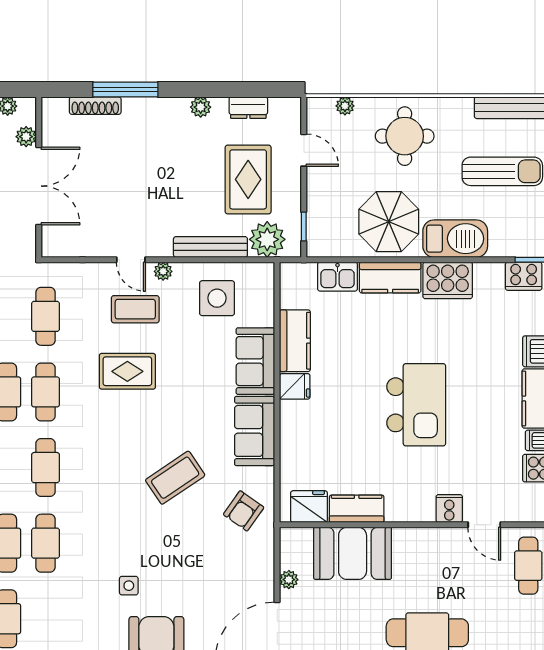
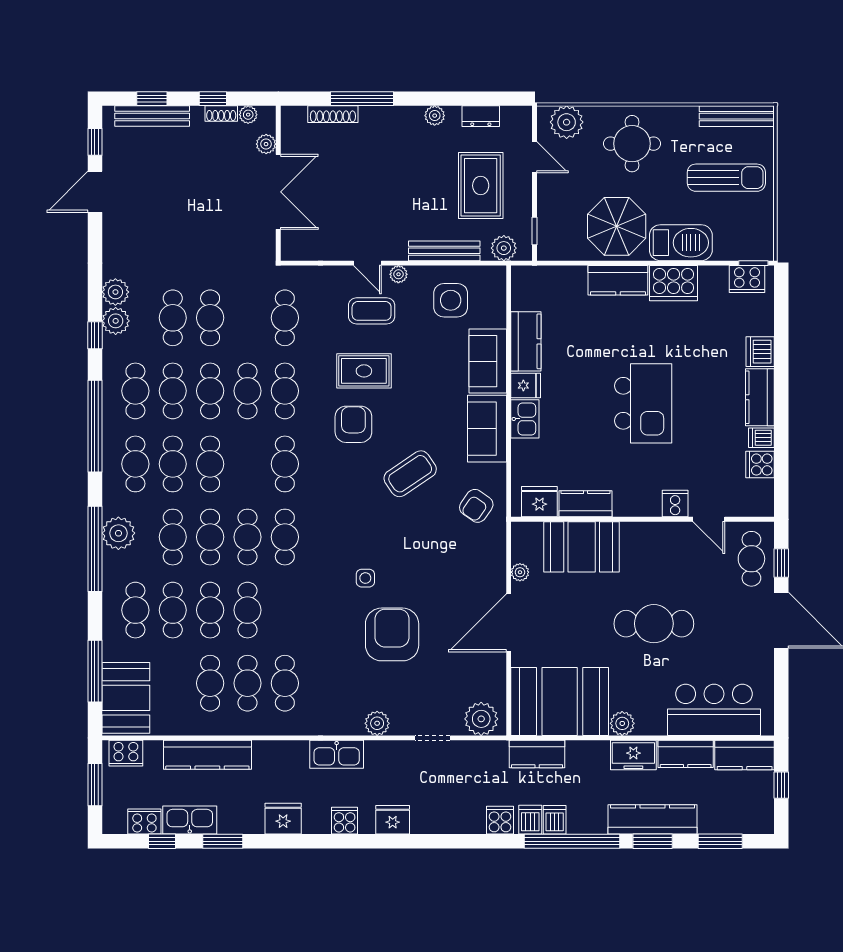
plant: (345, 106) -> (567, 122), width x1.88, depth x1.88
plant: (267, 239) -> (504, 248), width x0.73, depth x0.73
kitchen sink: (338, 277) -> (525, 419), moved, turned -90
armchair: (116, 426) -> (353, 424), added

